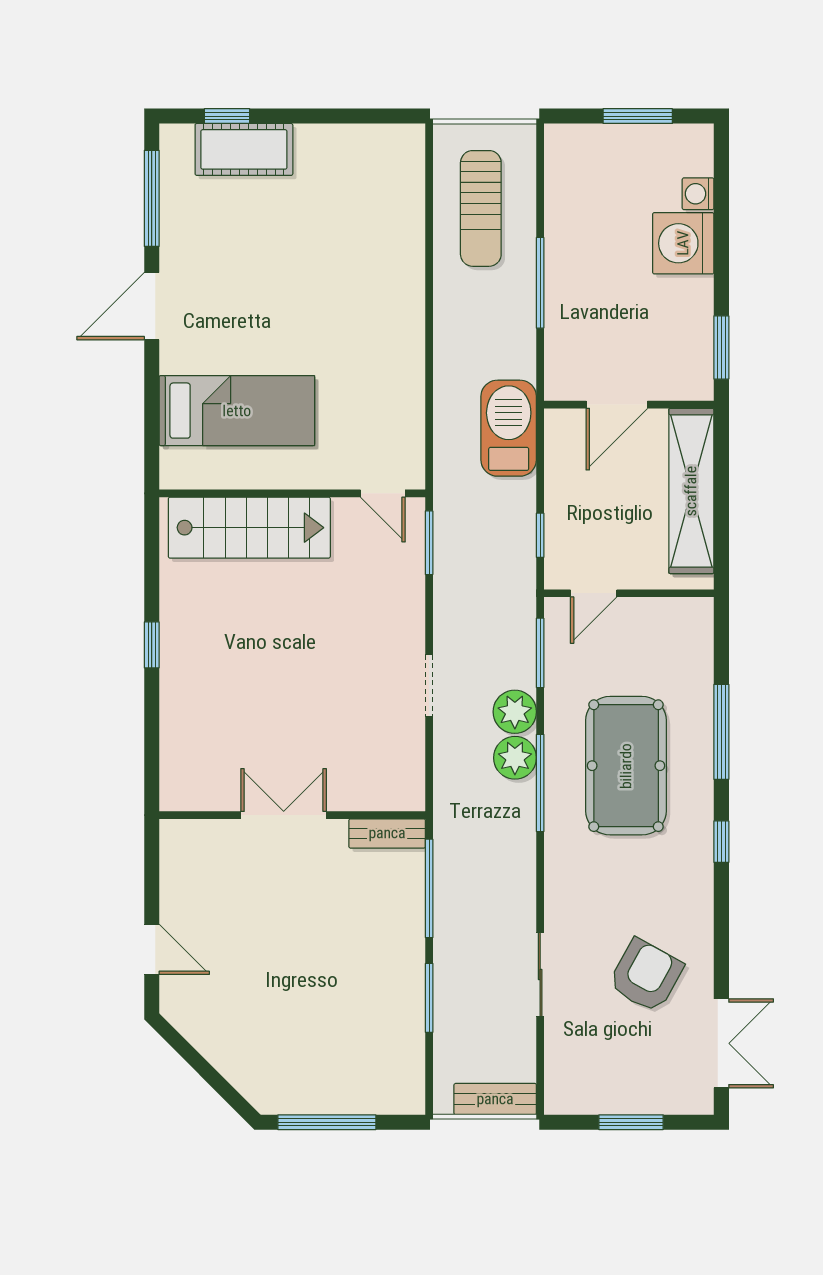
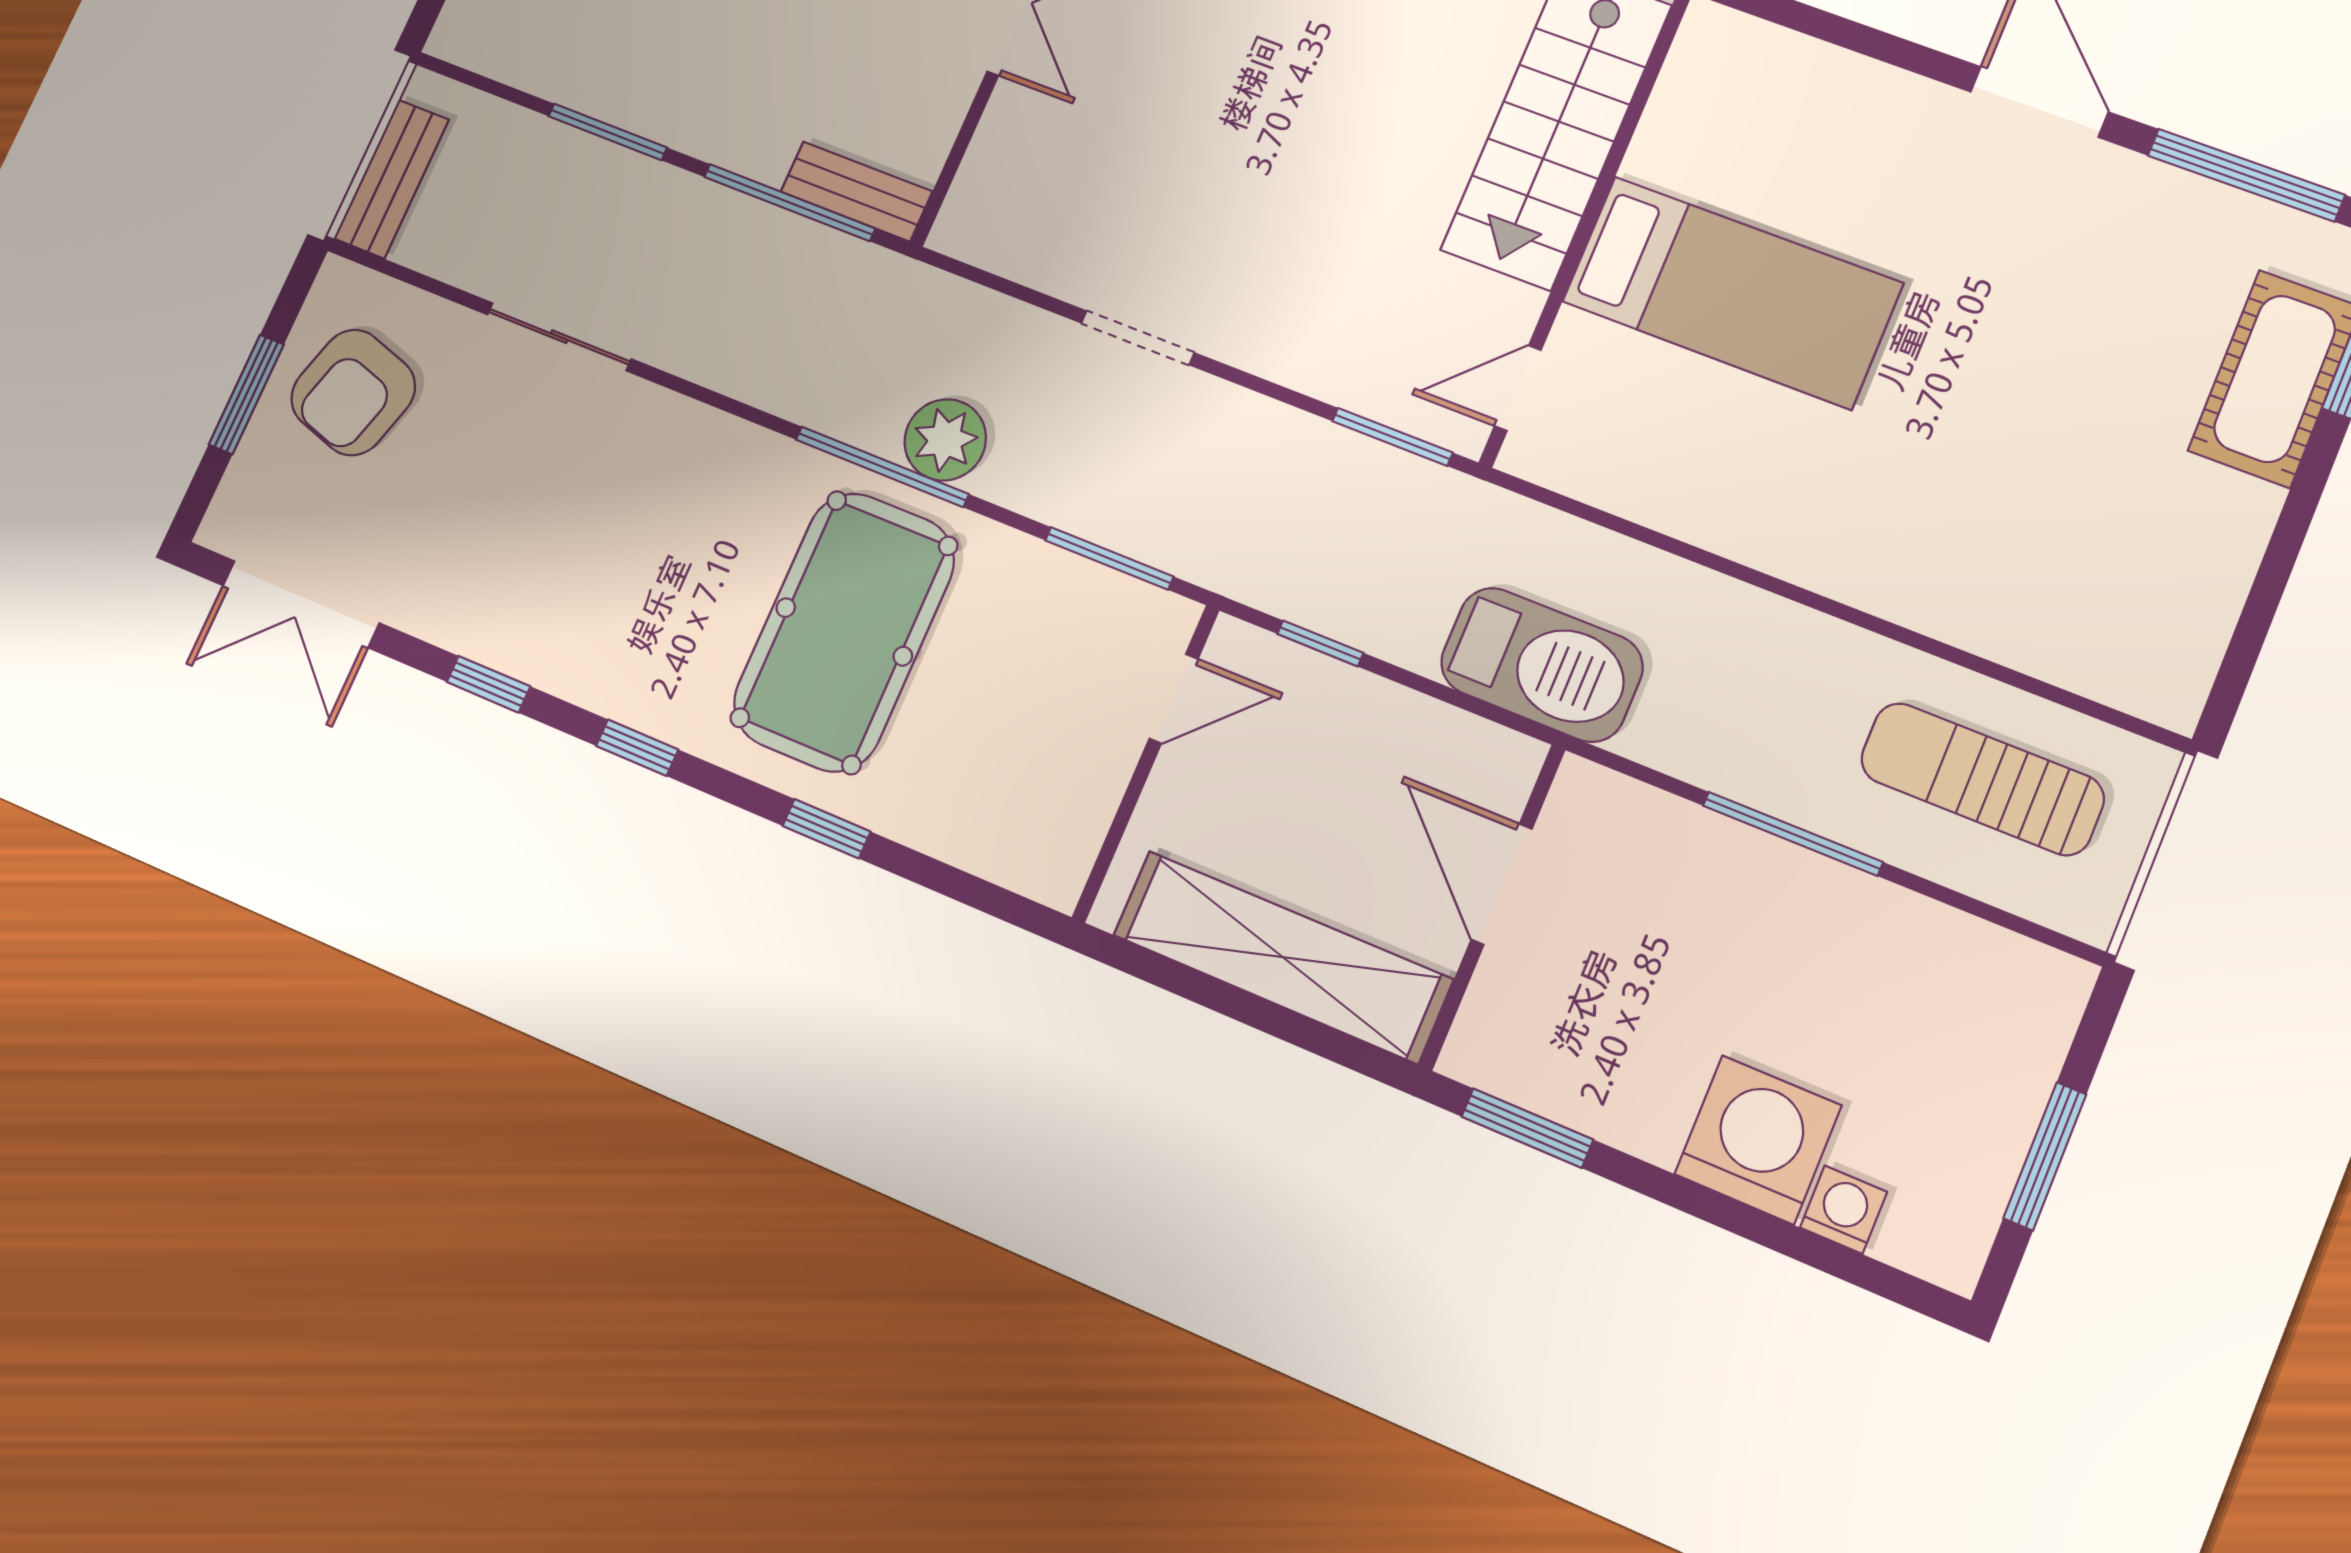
bed: (237, 411) -> (1732, 292), moved, turned -90
door: (594, 593) -> (1174, 699), swing flipped
plant: (515, 712) -> (1025, 471), removed
window: (721, 732) -> (827, 829), width x0.46
pool table: (626, 766) -> (844, 632), turned 90
bench: (387, 833) -> (856, 192), moved, turned 90
window: (721, 930) -> (488, 684), added
armchair: (646, 976) -> (353, 392), moved, turned 78

